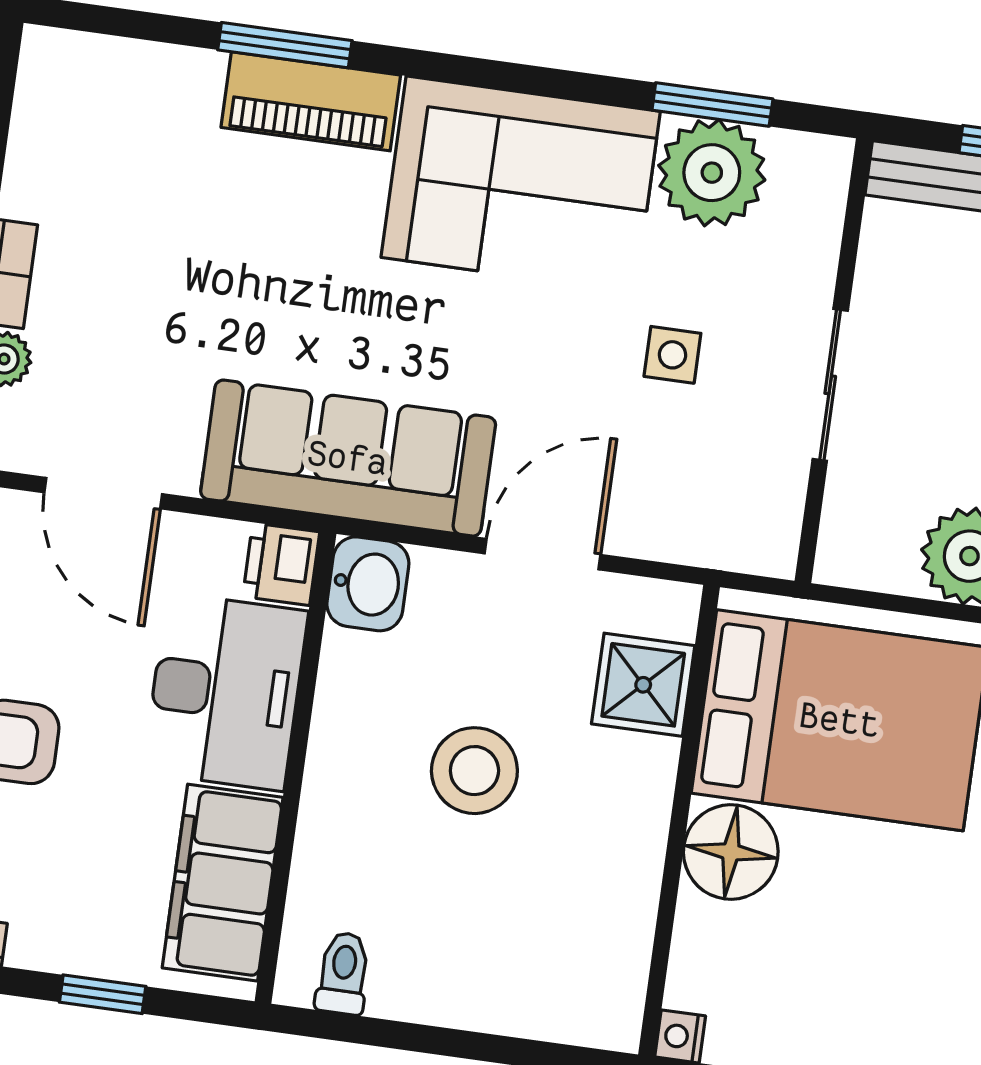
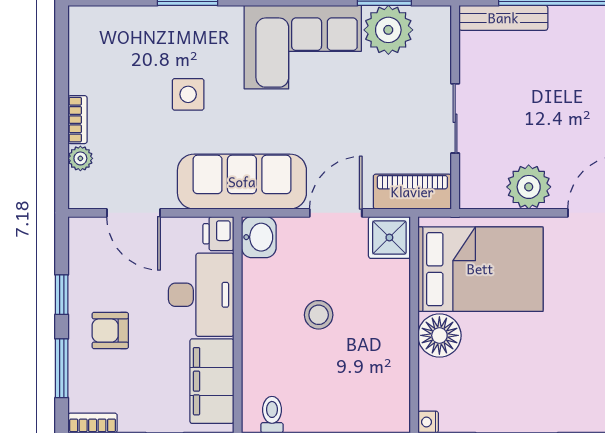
piano: (311, 101) -> (412, 192), moved, turned 180
side table: (672, 355) -> (188, 94), moved, width x1.37, depth x1.37
shower: (643, 685) -> (389, 237), moved
stool: (474, 771) -> (319, 315), width x0.73, depth x0.73

